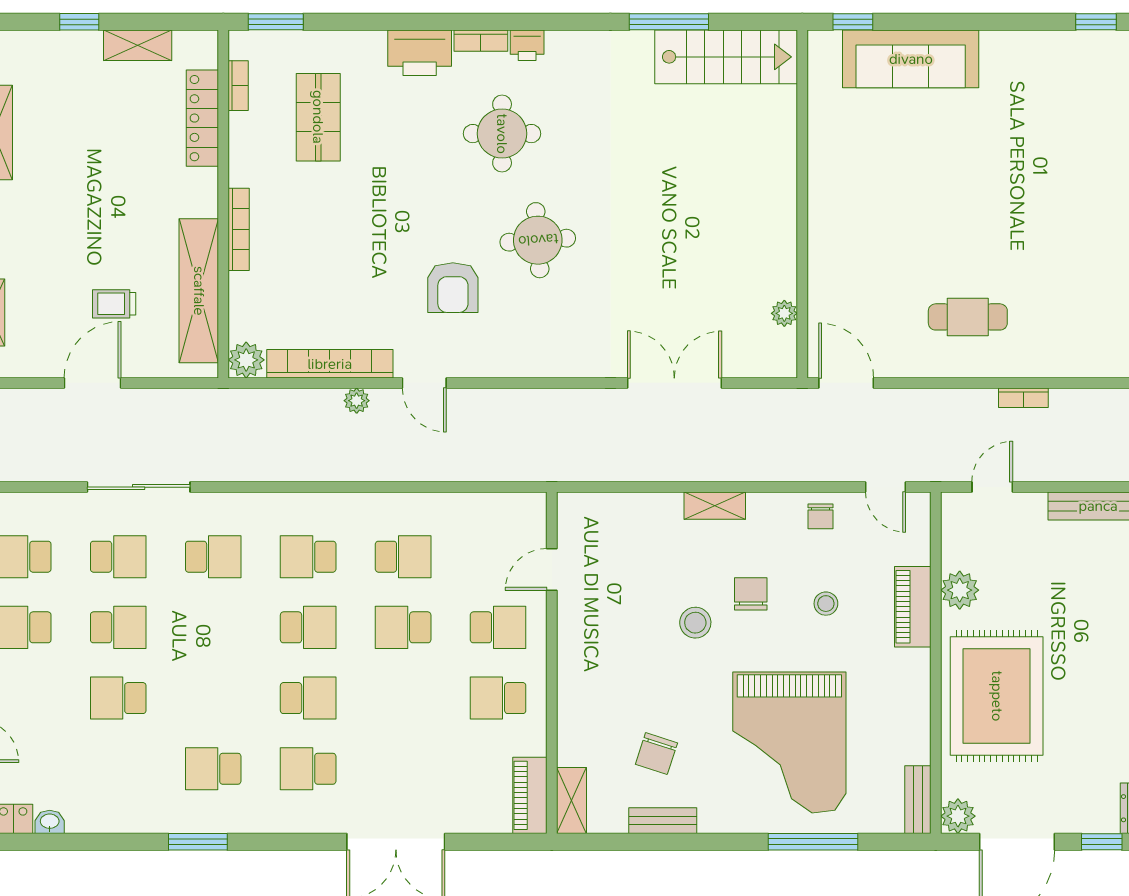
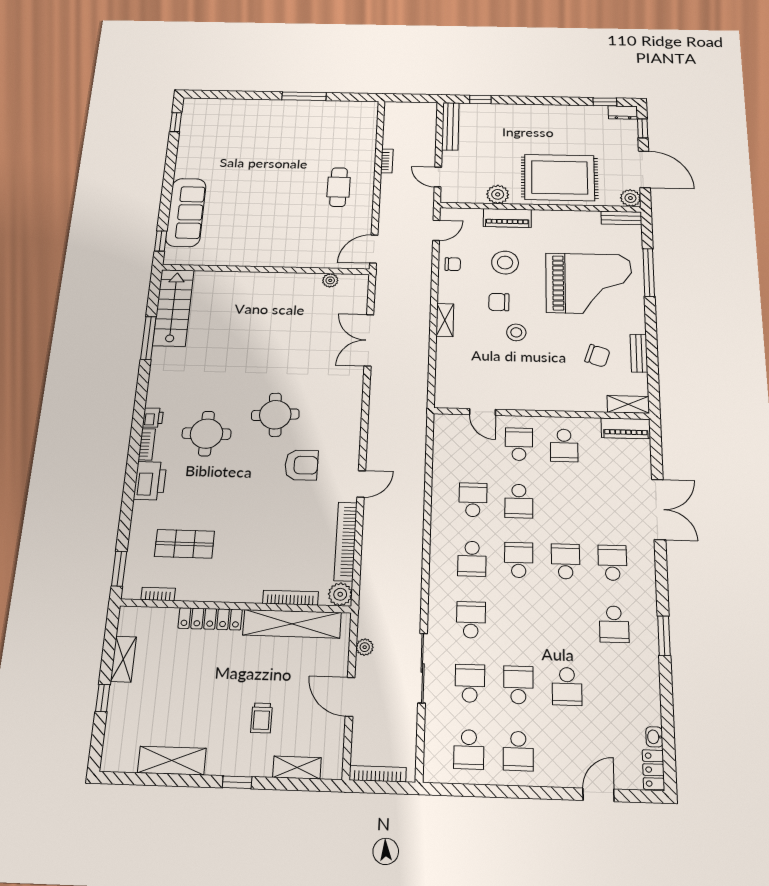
locker: (202, 118) -> (210, 619), moved
bookcase: (239, 229) -> (290, 598), moved
trolley: (114, 304) -> (262, 718), moved
plant: (357, 401) -> (365, 647), moved
stool: (826, 604) -> (505, 263), width x1.89, depth x1.89
school desk: (308, 769) -> (612, 563), turned 180

